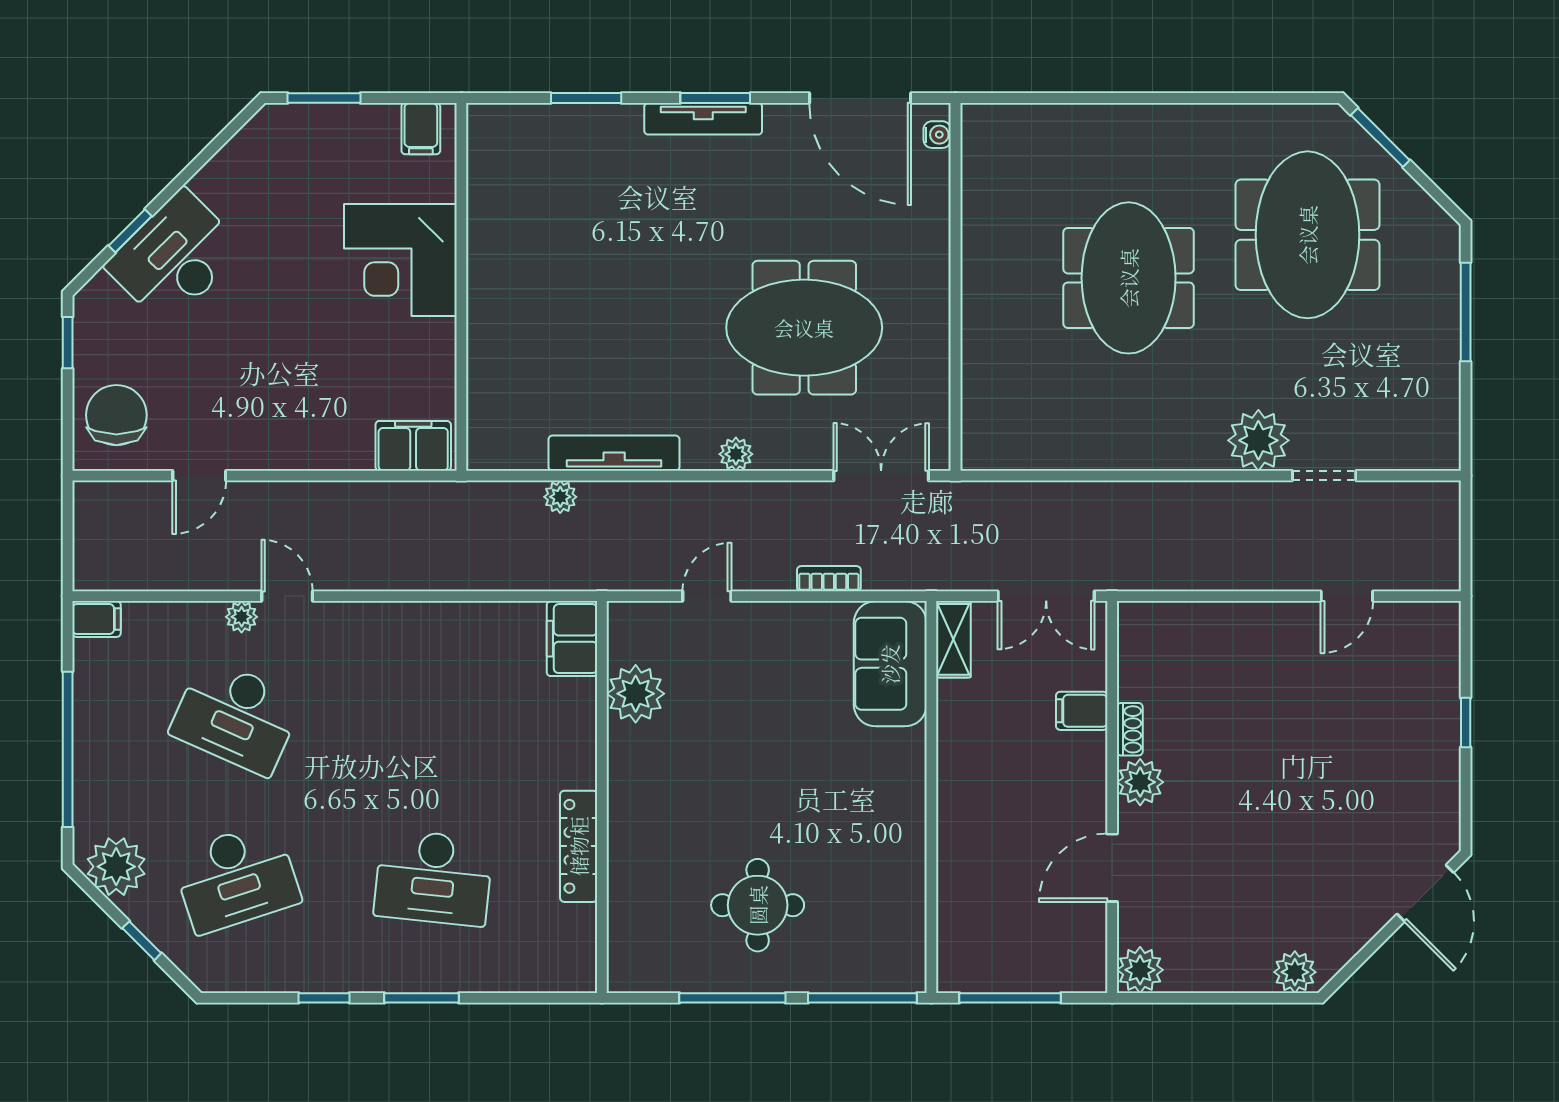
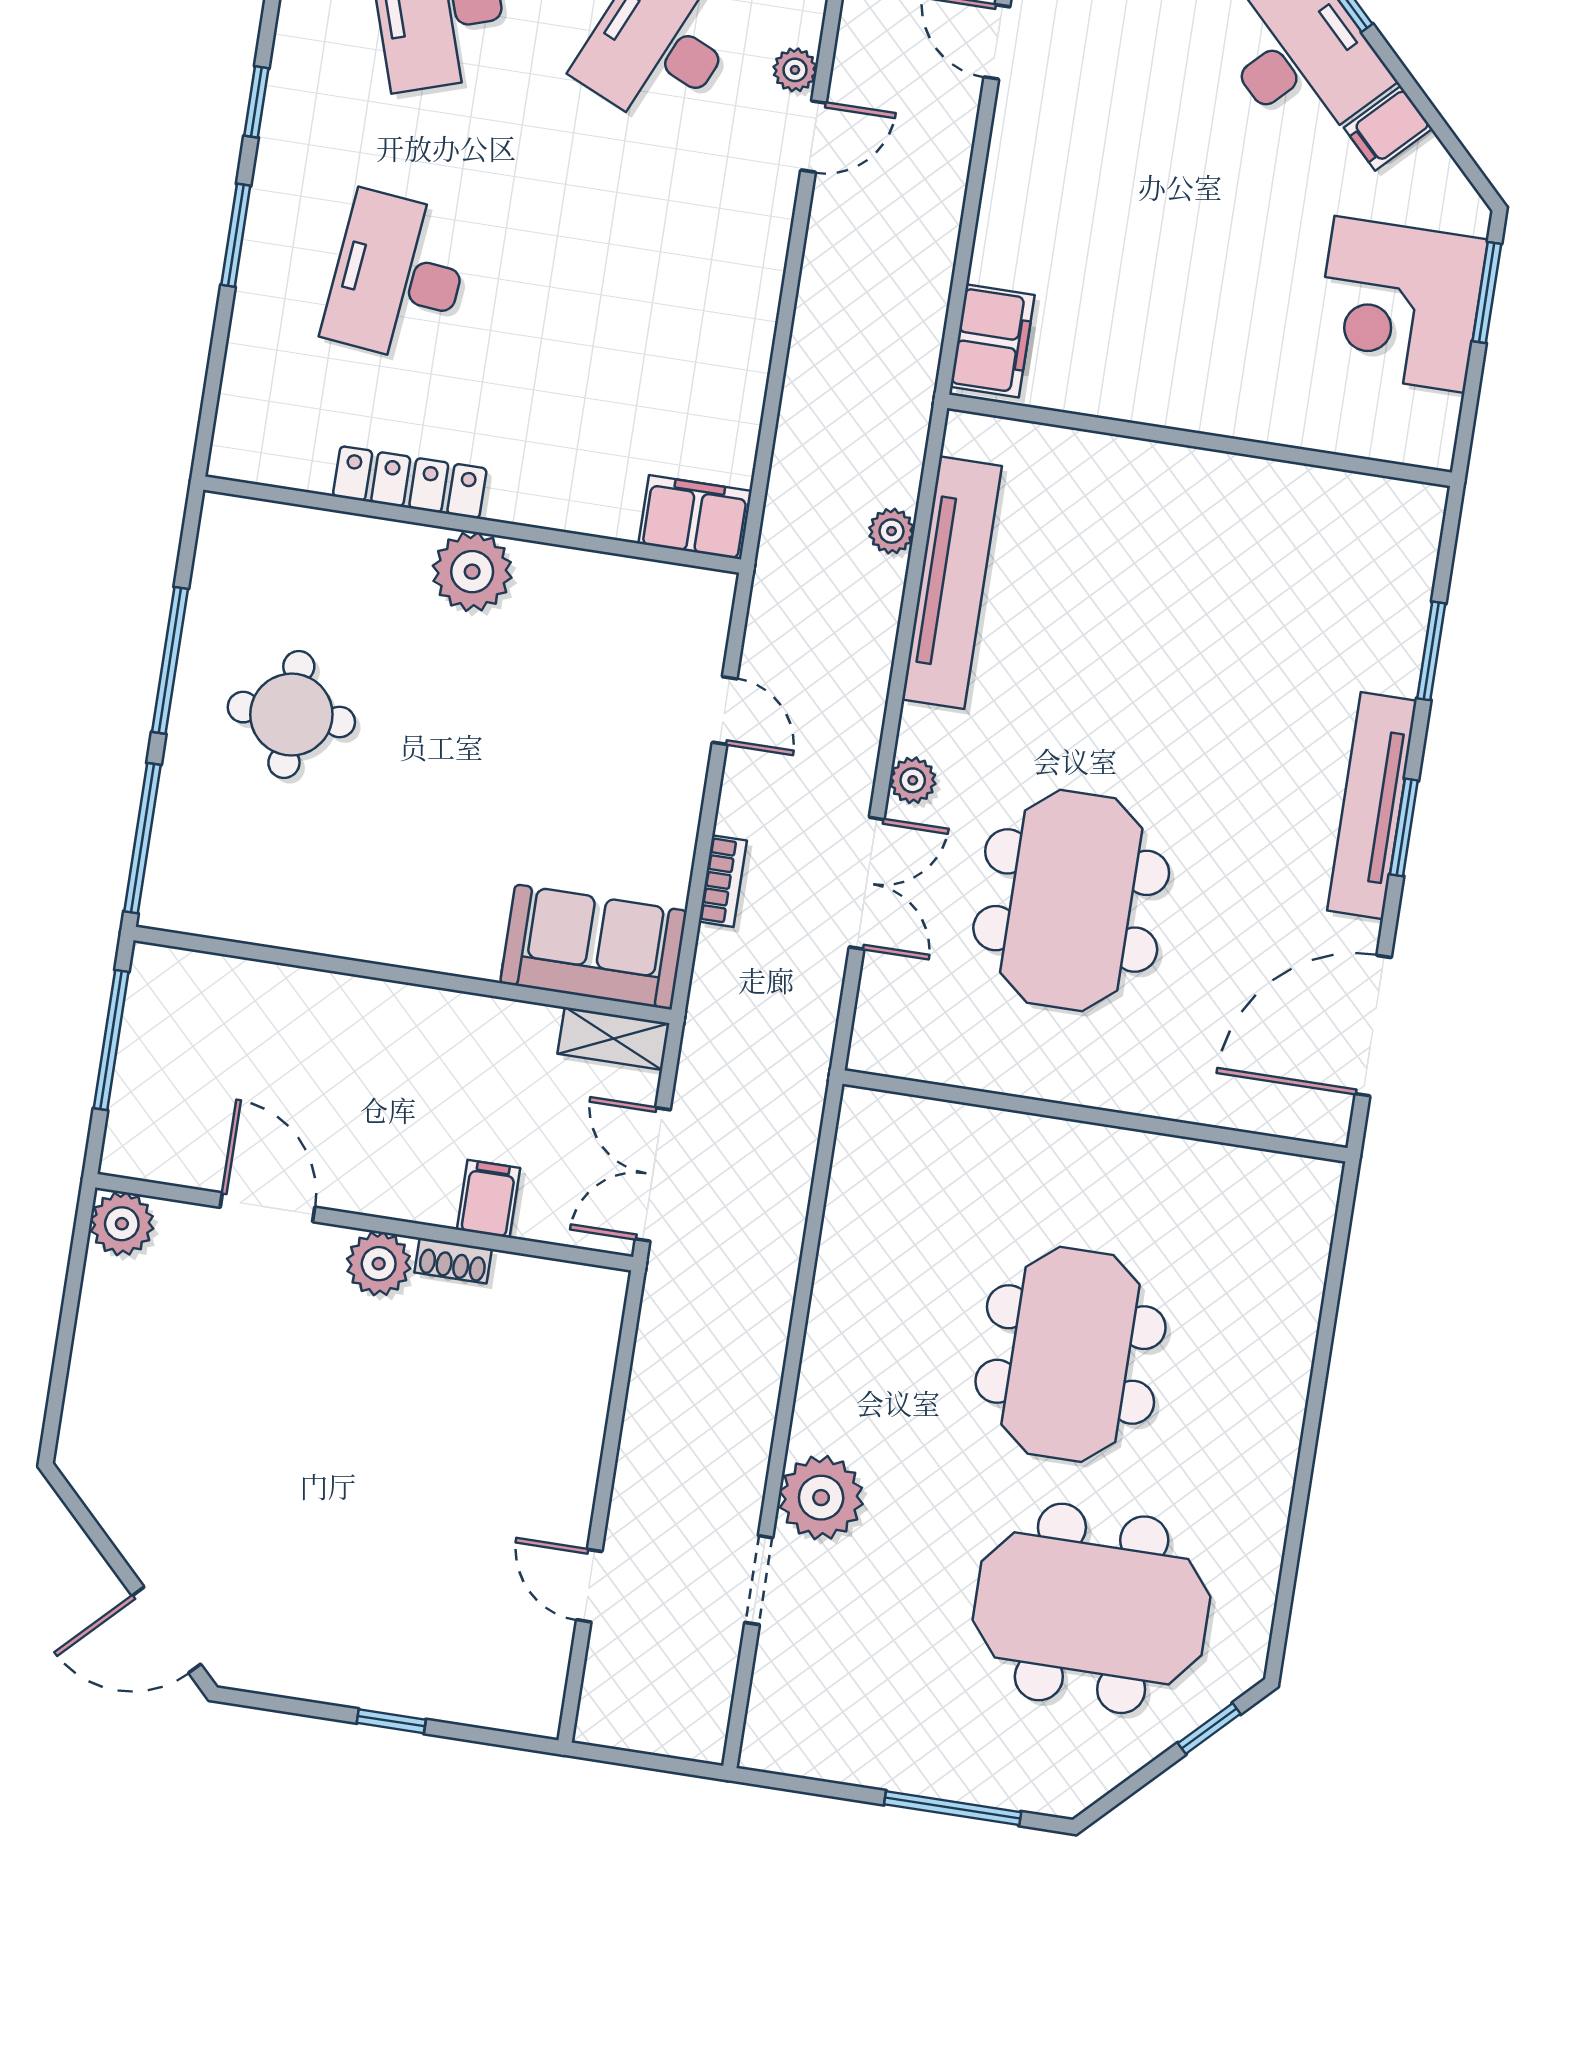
tv unit: (703, 119) -> (1372, 806), width x1.36, depth x1.29
filing cabinet: (421, 129) -> (1388, 128), moved, turned -45
water cooler: (937, 135) -> (1307, 1123), removed
window: (1380, 138) -> (1209, 1728), width x0.67
corner desk: (400, 260) -> (1400, 304), moved, turned -90
meeting table: (1129, 278) -> (1070, 1354), turned 90
tv unit: (614, 453) -> (952, 583), width x1.36, depth x1.29
double door: (881, 476) -> (867, 883), moved
plant: (636, 694) -> (472, 572), moved
plant: (1295, 972) -> (86, 1435), removed

